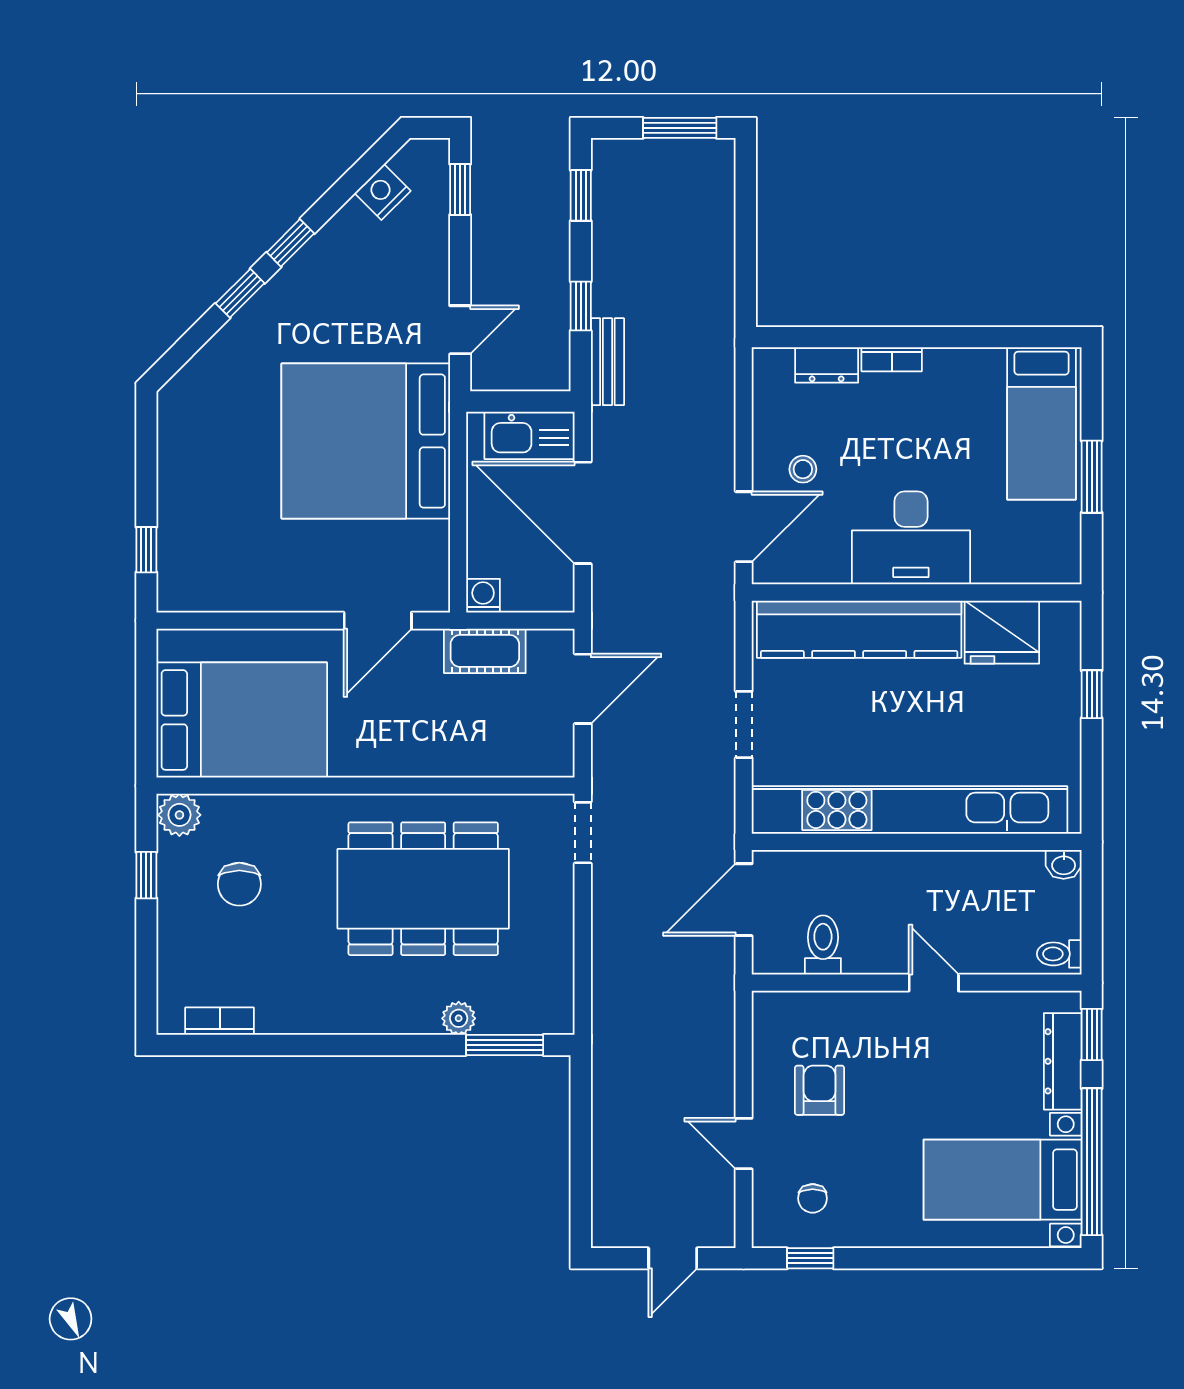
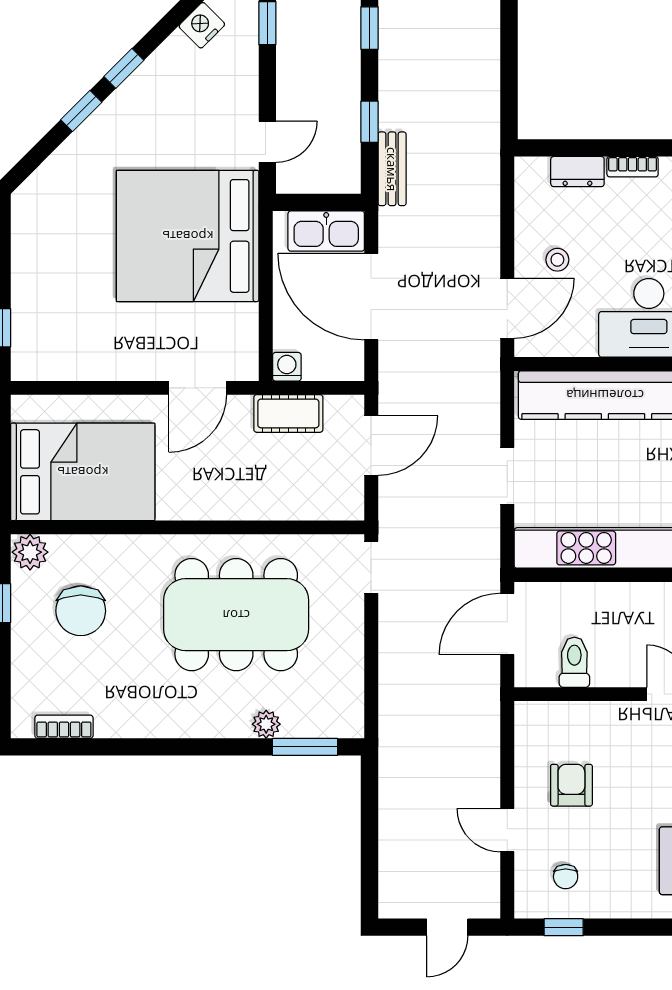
chair: (239, 884) -> (81, 611), width x1.37, depth x1.37

